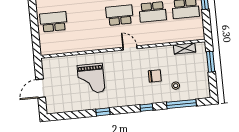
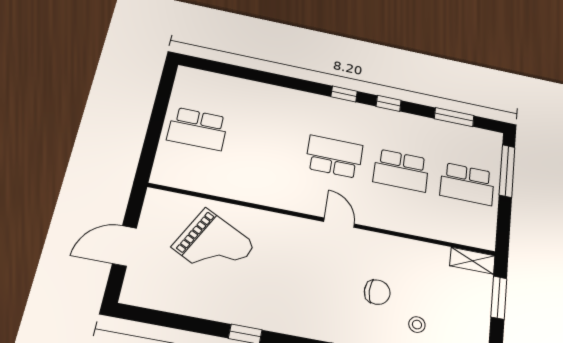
school desk: (54, 22) -> (198, 129), turned 180
shelving: (184, 48) -> (472, 261), moved
grand piano: (91, 79) -> (214, 246), moved, turned -63

